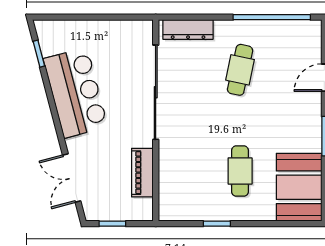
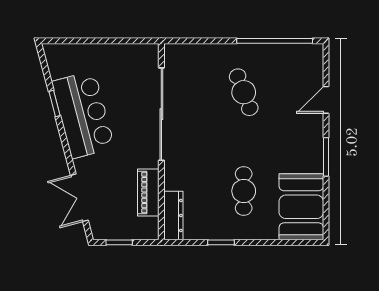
dresser: (188, 29) -> (173, 215), moved, turned -90
window: (39, 54) -> (54, 104), moved
cafe table: (240, 70) -> (244, 92), turned -33

